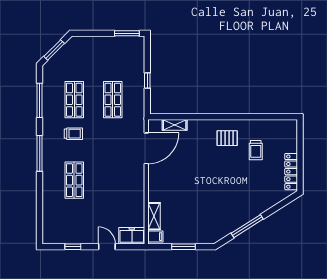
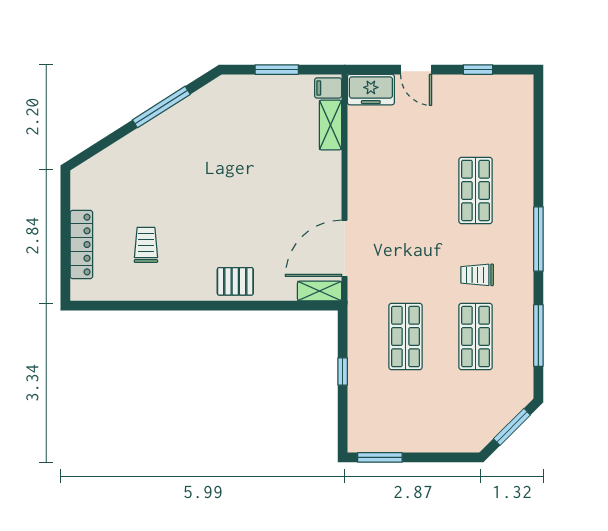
shelving: (175, 125) -> (320, 291), moved
pallet: (227, 138) -> (235, 281), moved
locker: (291, 172) -> (81, 245), moved

